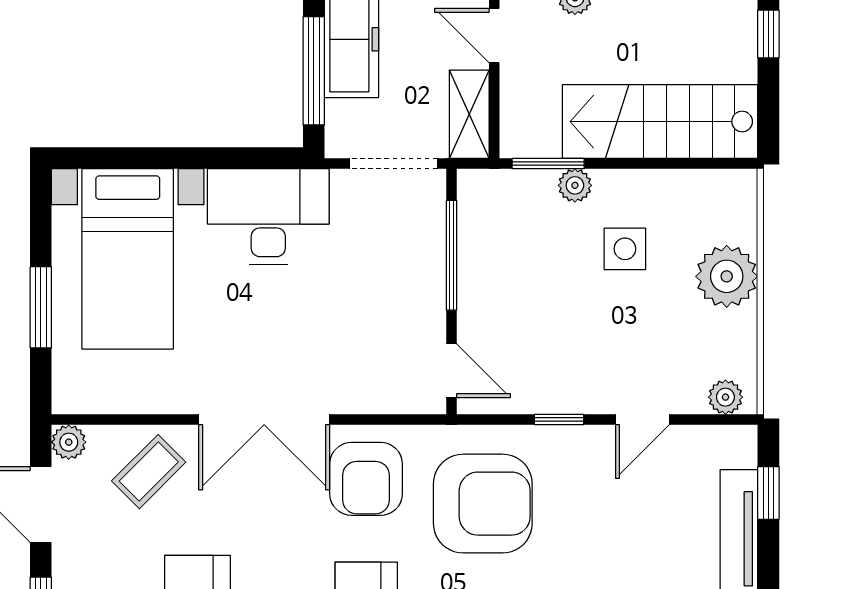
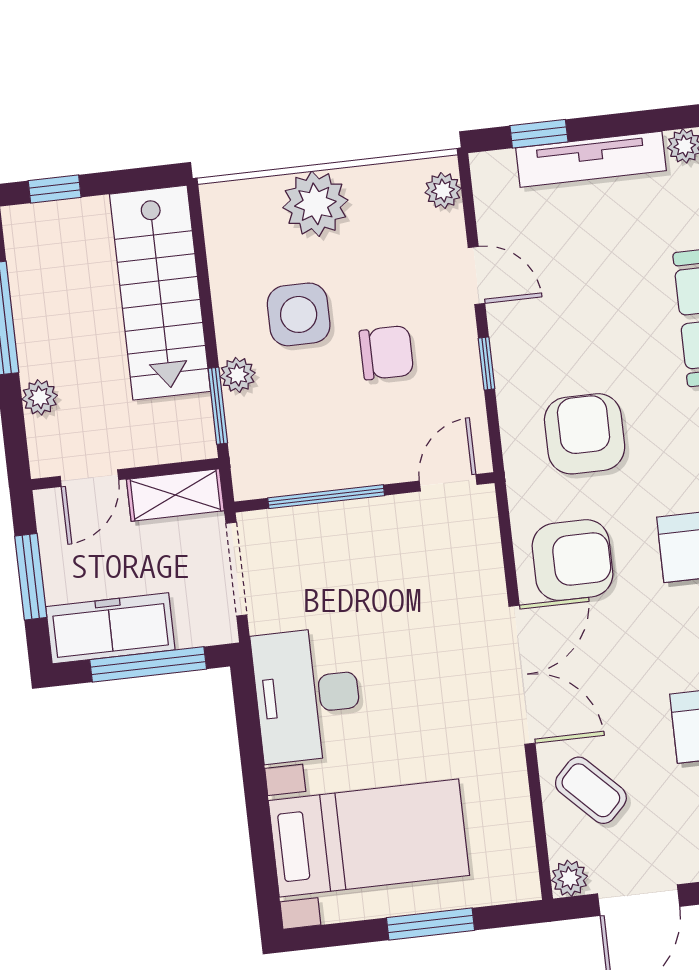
side table: (625, 249) -> (299, 314), width x1.37, depth x1.37
chair: (580, 327) -> (386, 353), added
armchair: (483, 504) -> (585, 434), width x0.73, depth x0.73

